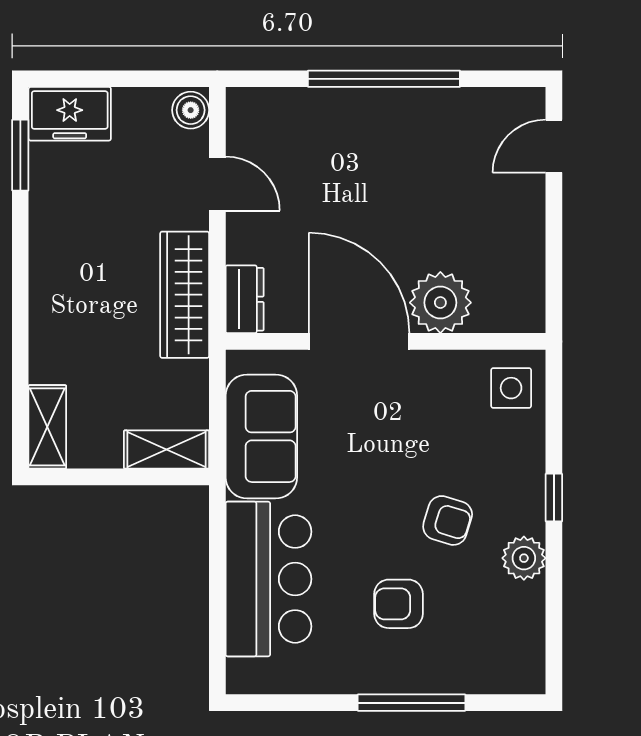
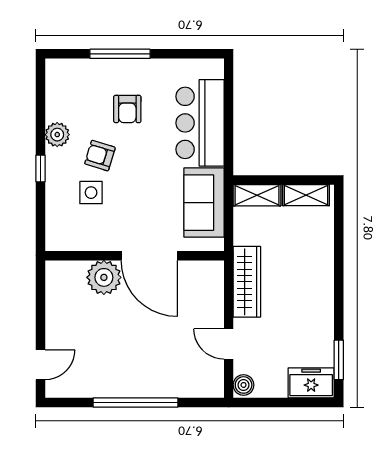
dresser: (245, 299) -> (213, 279), removed
side table: (511, 388) -> (91, 193), moved
shelving: (47, 427) -> (306, 195), moved, turned 90
armchair: (399, 604) -> (127, 109), turned 90

